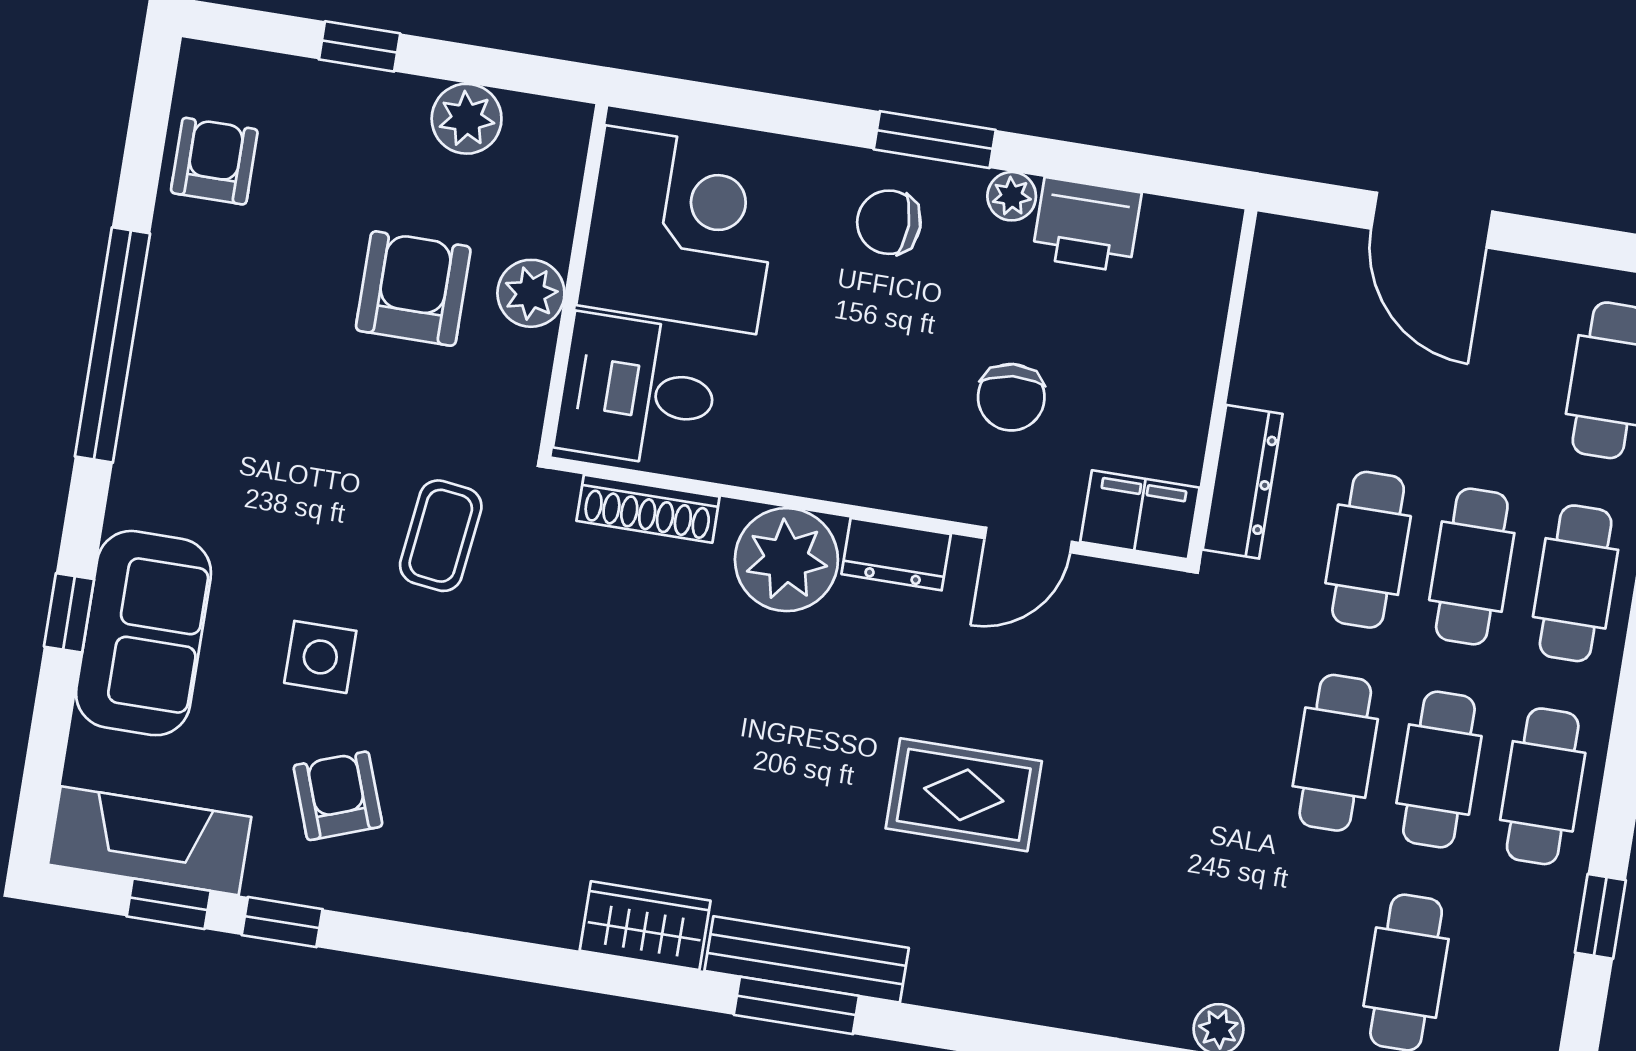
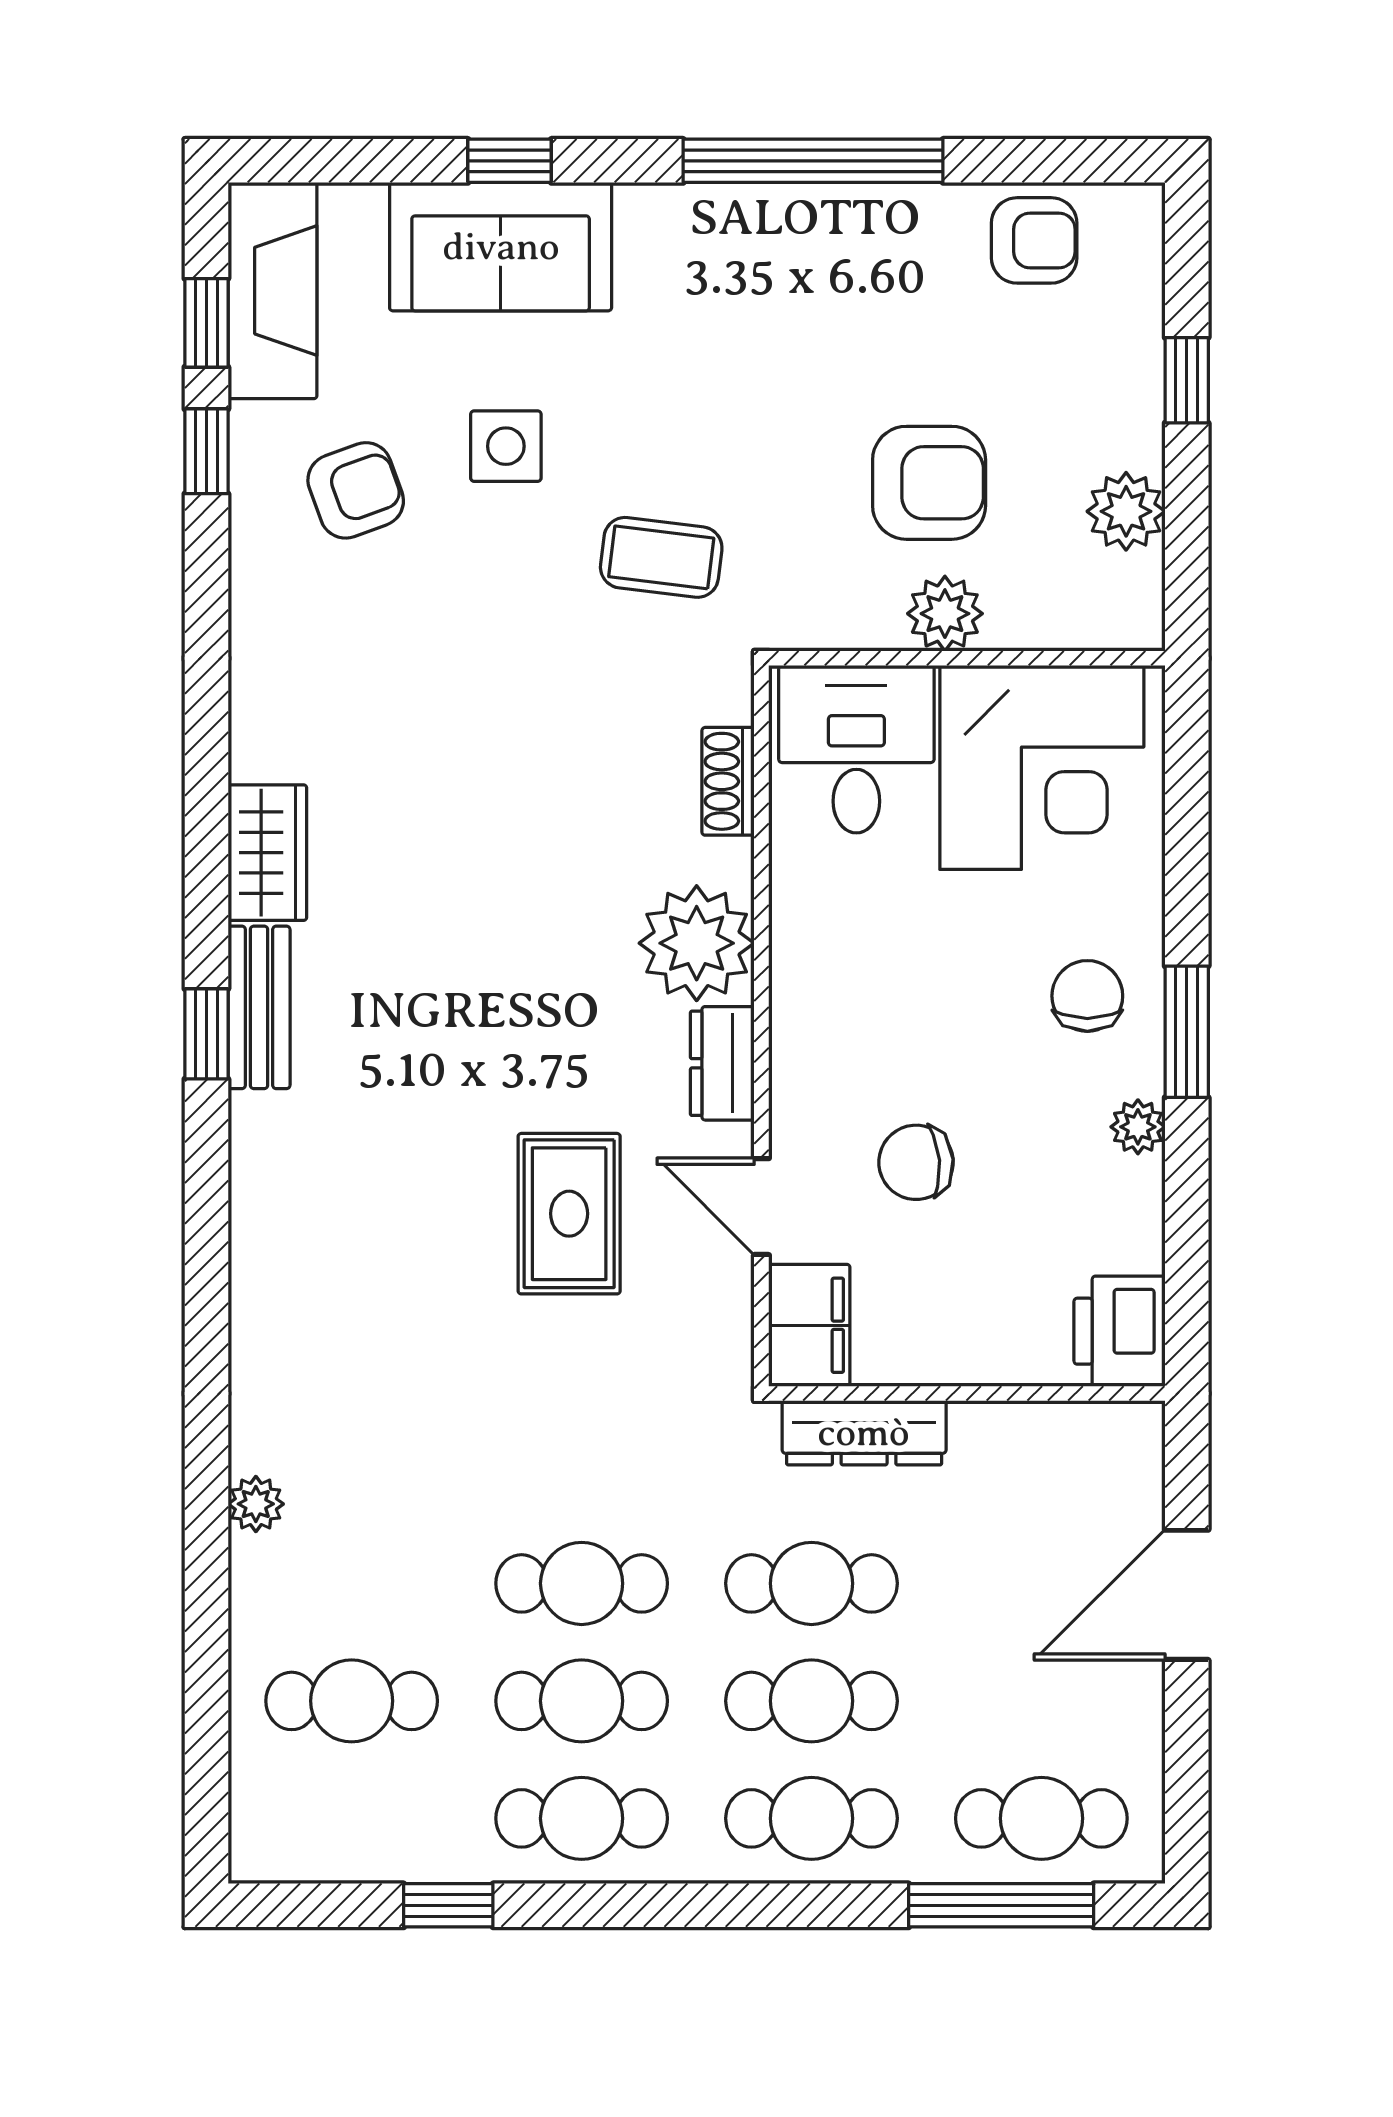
printer: (1087, 225) -> (1120, 1331), moved
shoe rack: (648, 509) -> (728, 781), width x0.70
rug: (964, 795) -> (569, 1214), moved
bench: (807, 959) -> (259, 1007), width x0.73
window: (796, 1005) -> (206, 1034), width x0.67

